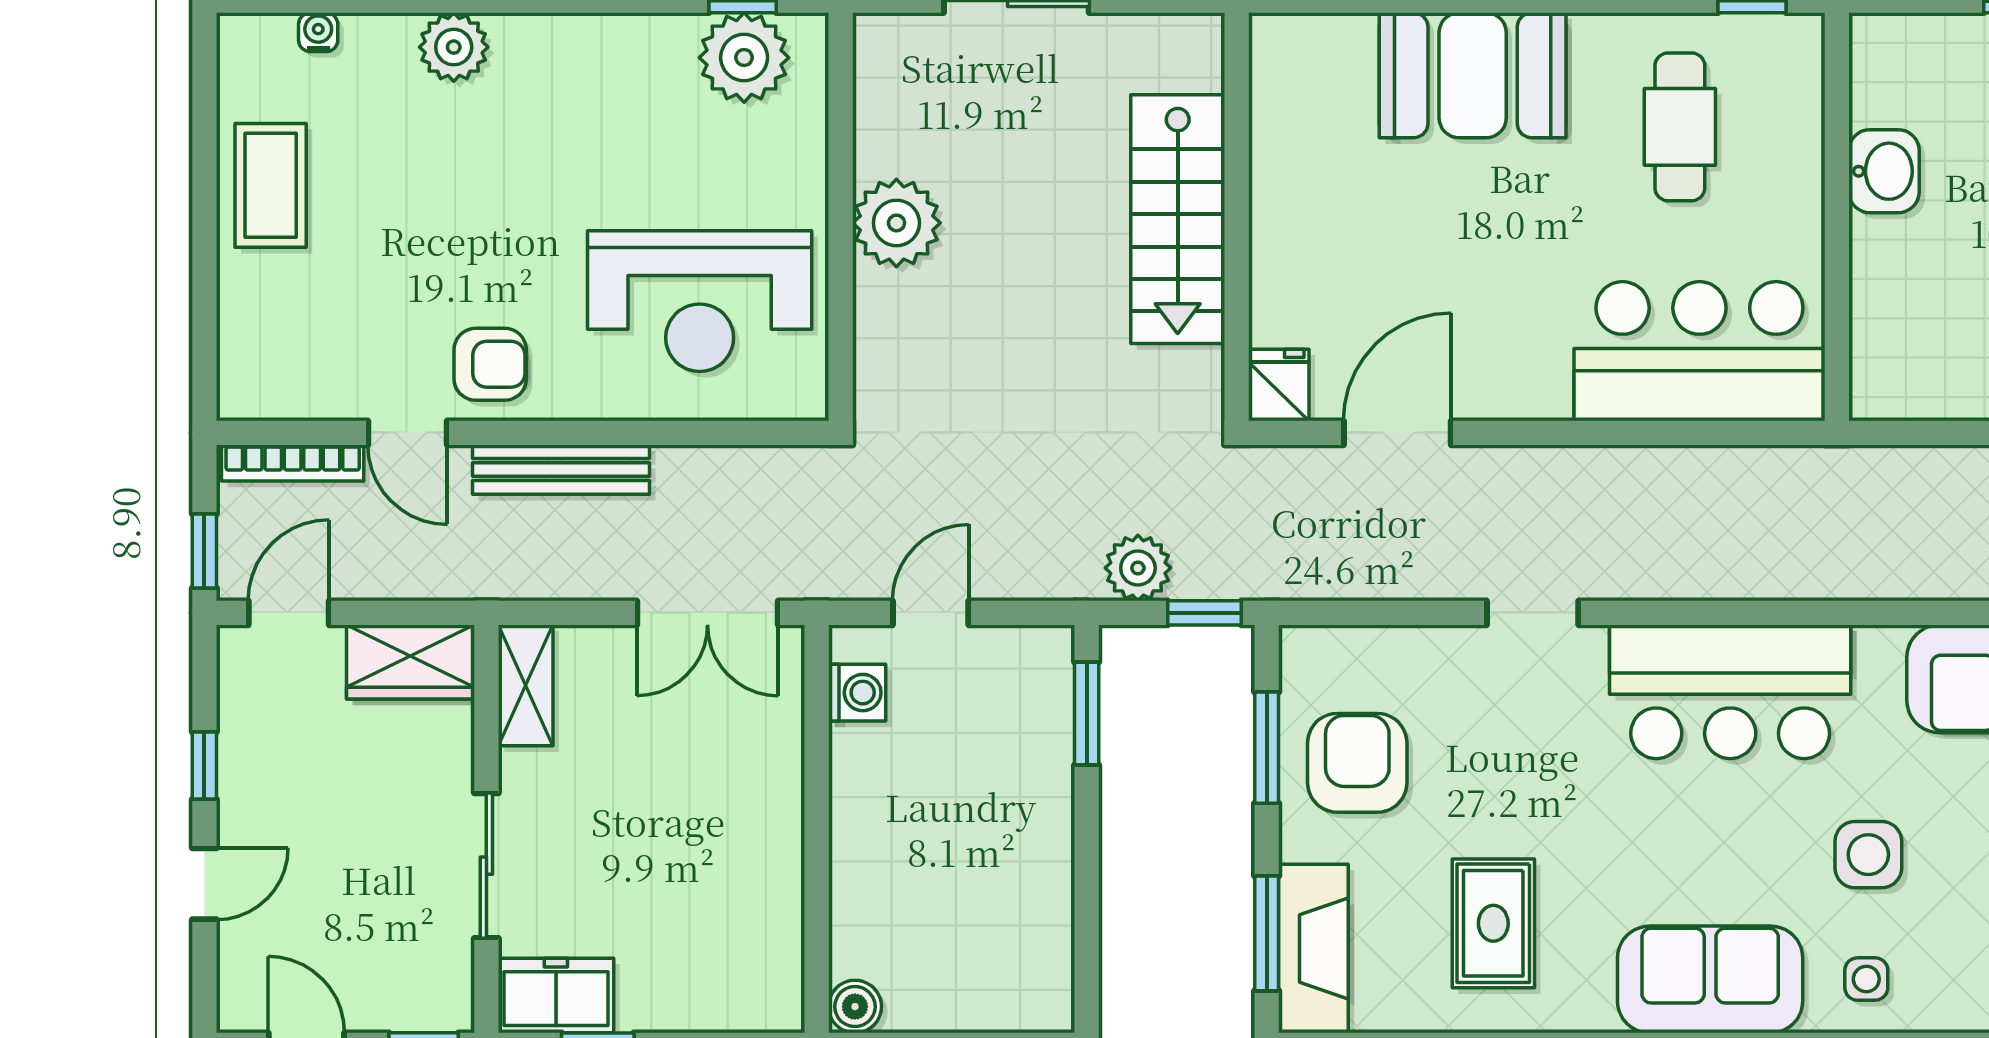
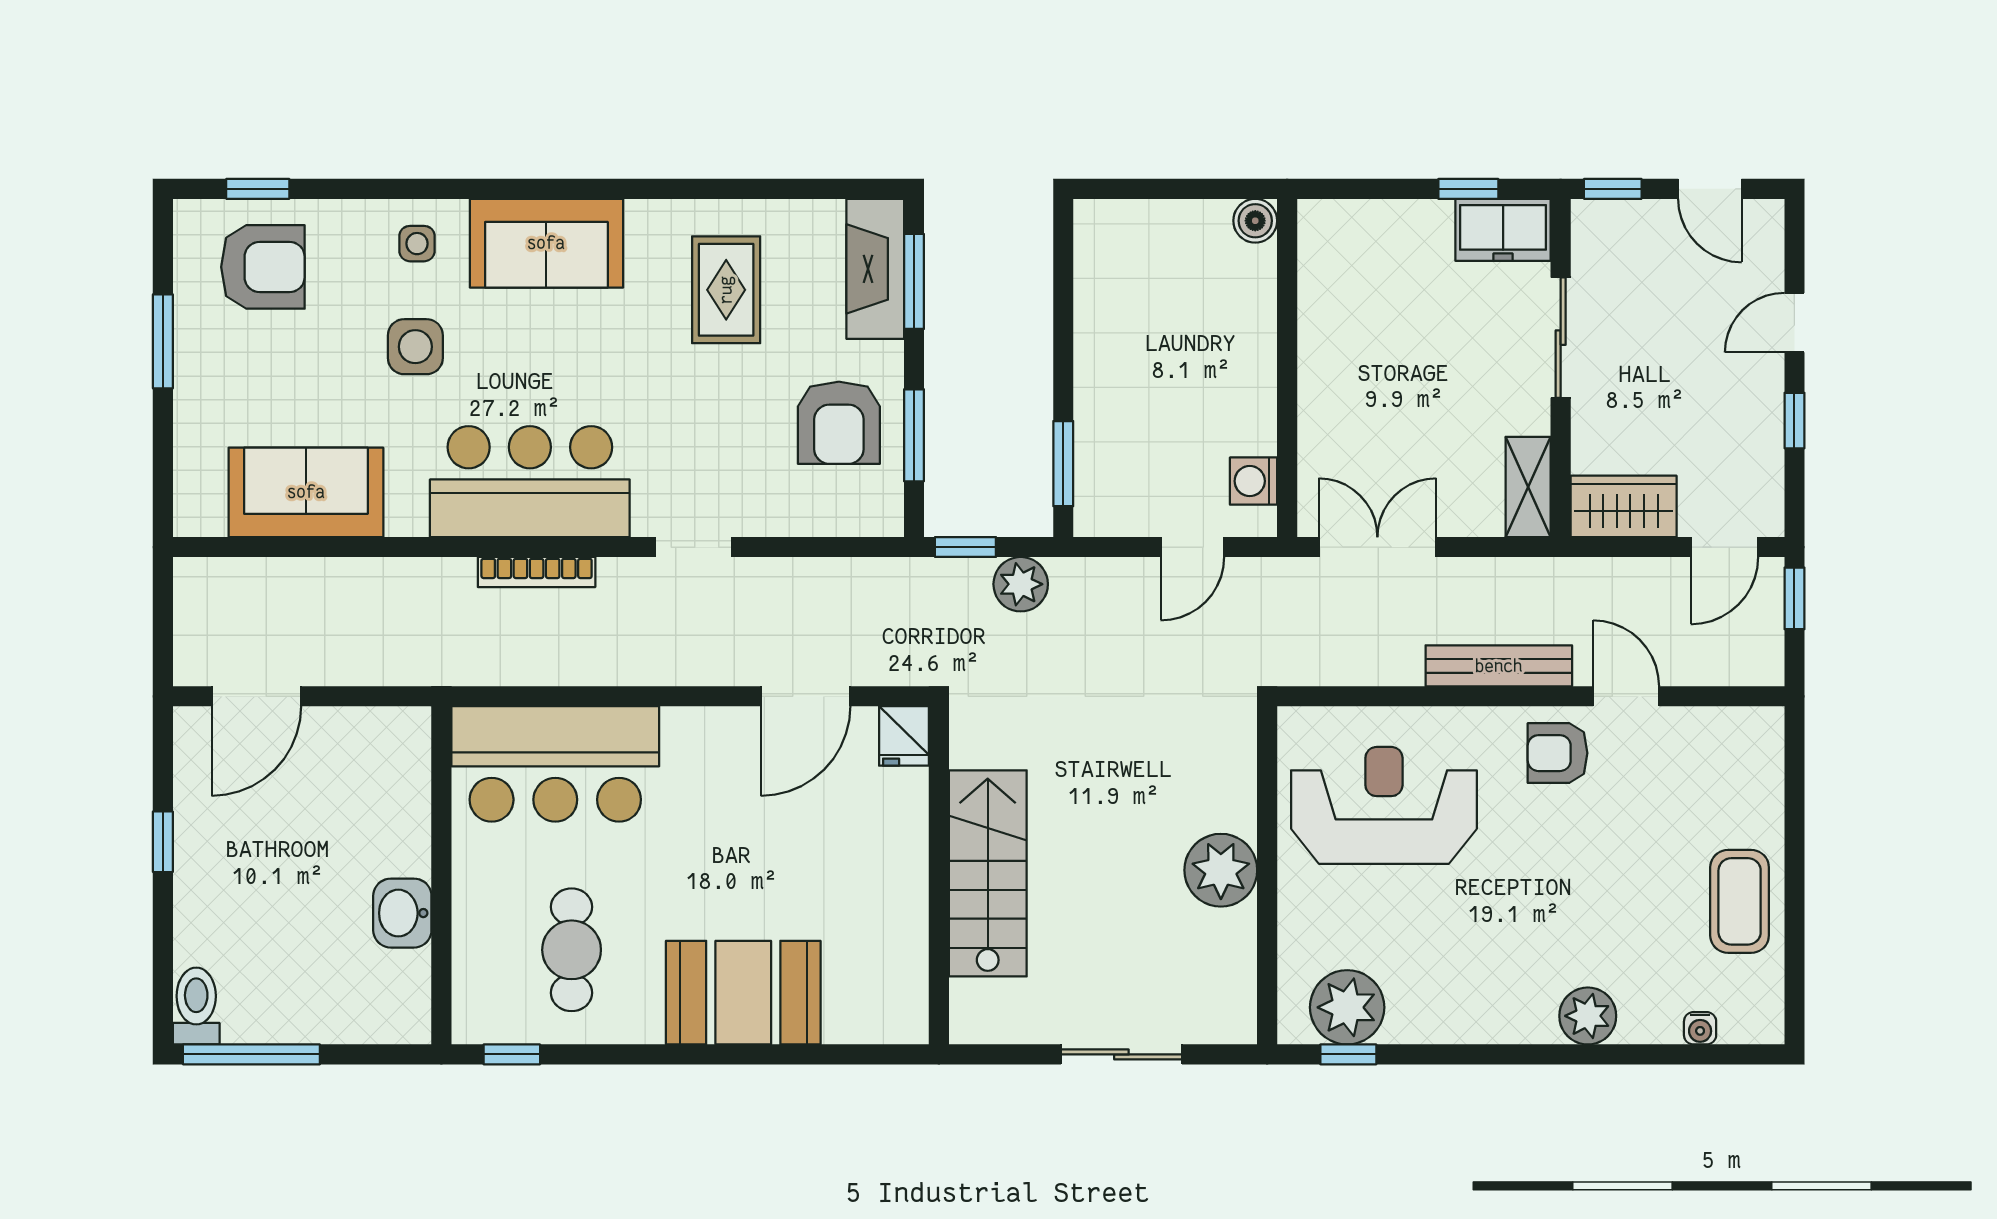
bookcase: (293, 463) -> (537, 572), moved, turned 180

